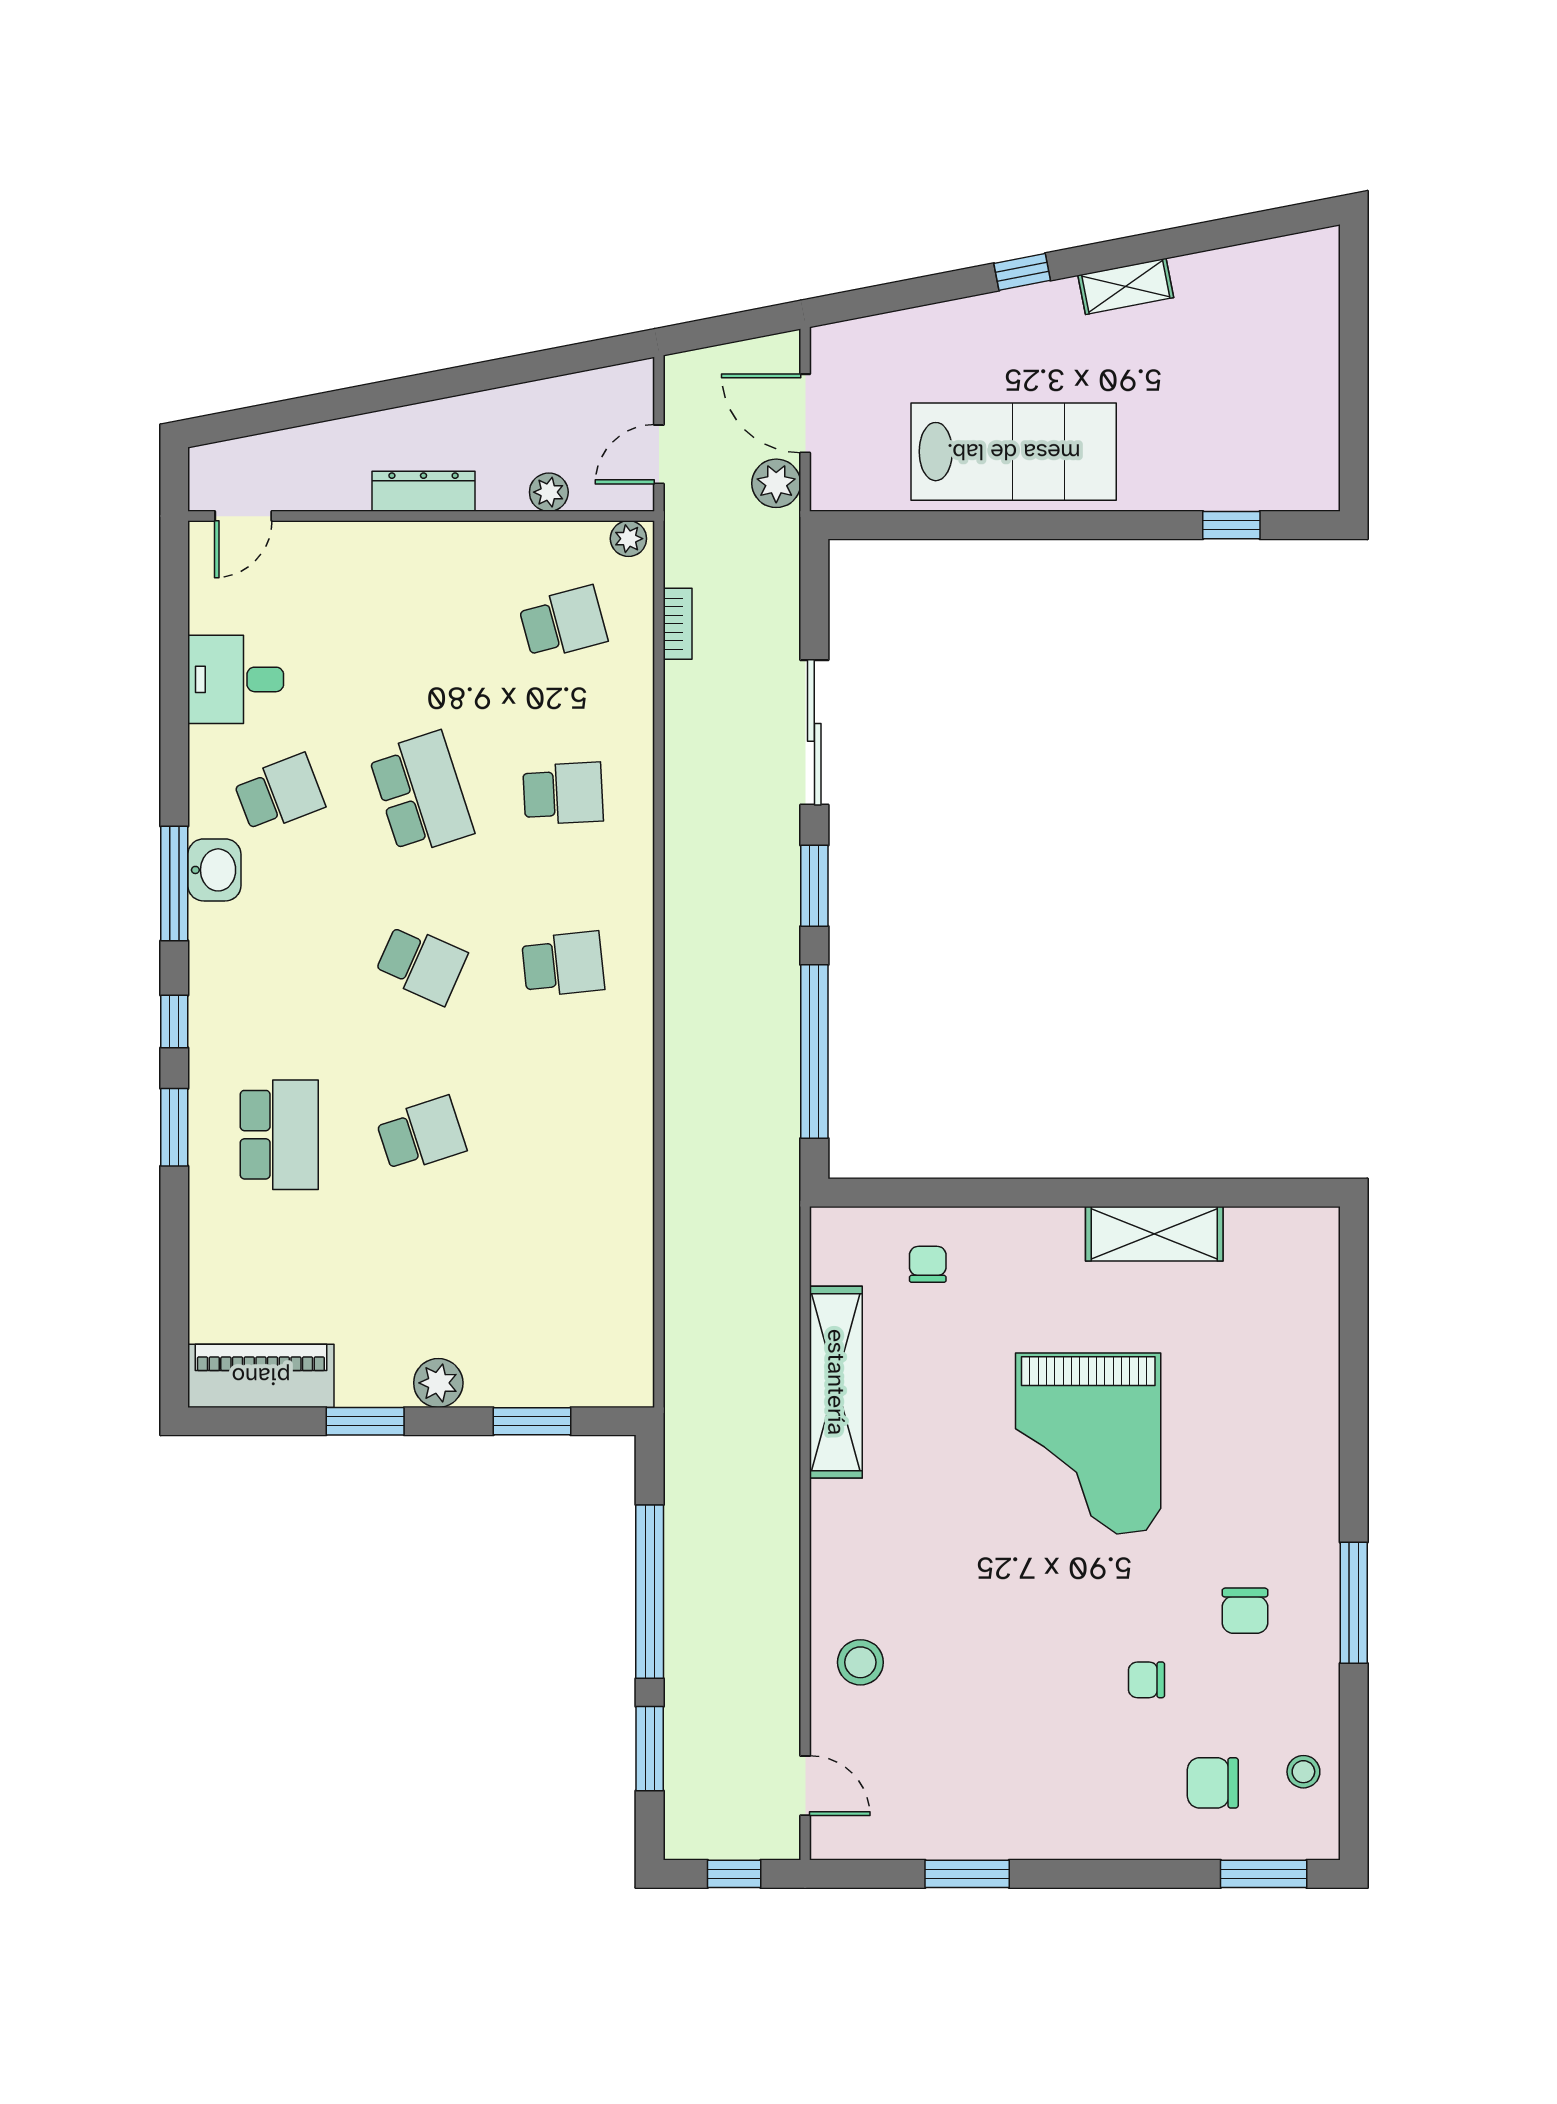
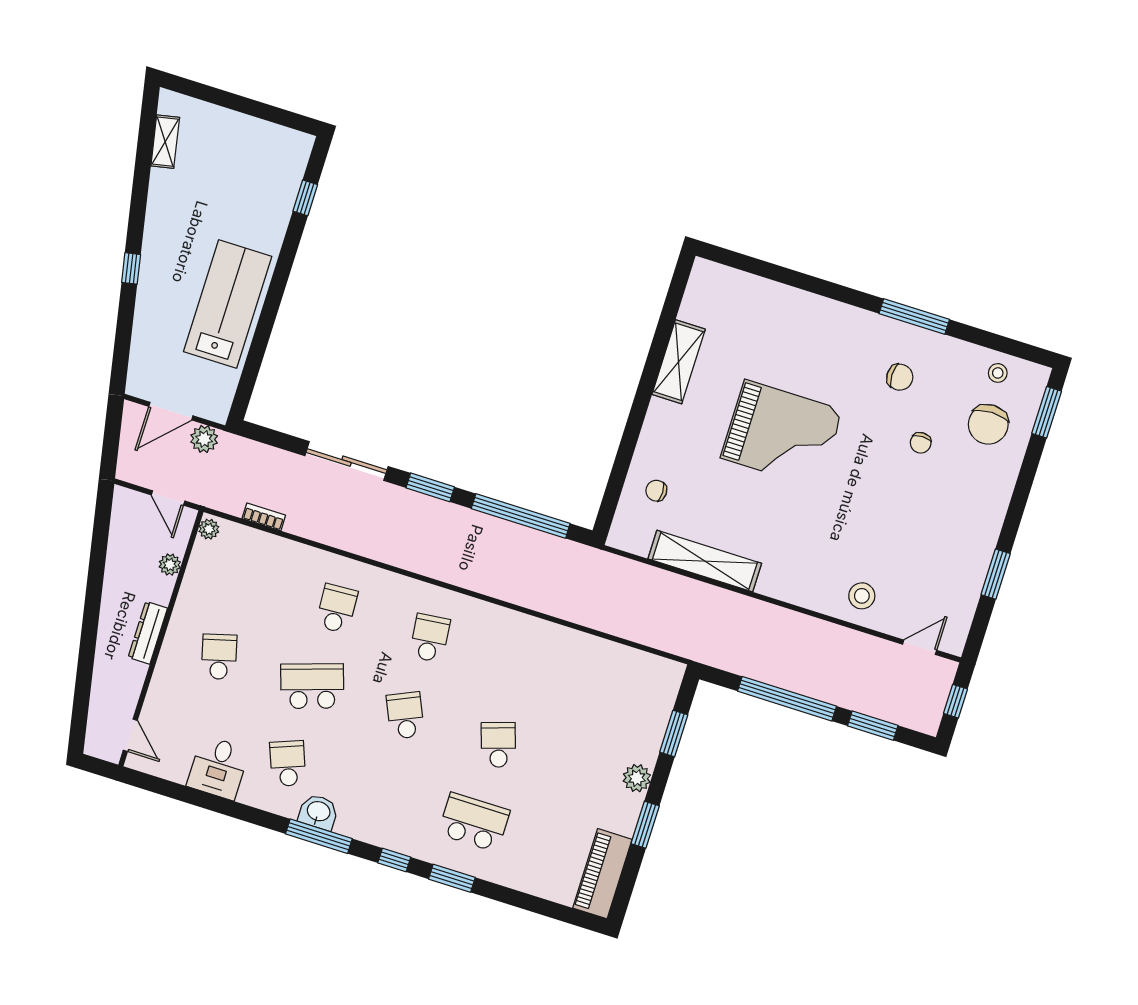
shelving: (1126, 286) -> (165, 142), moved
school desk: (563, 623) -> (219, 657), moved
school desk: (421, 964) -> (405, 715), turned -48
chair: (1213, 1783) -> (988, 424), width x1.37, depth x1.37

